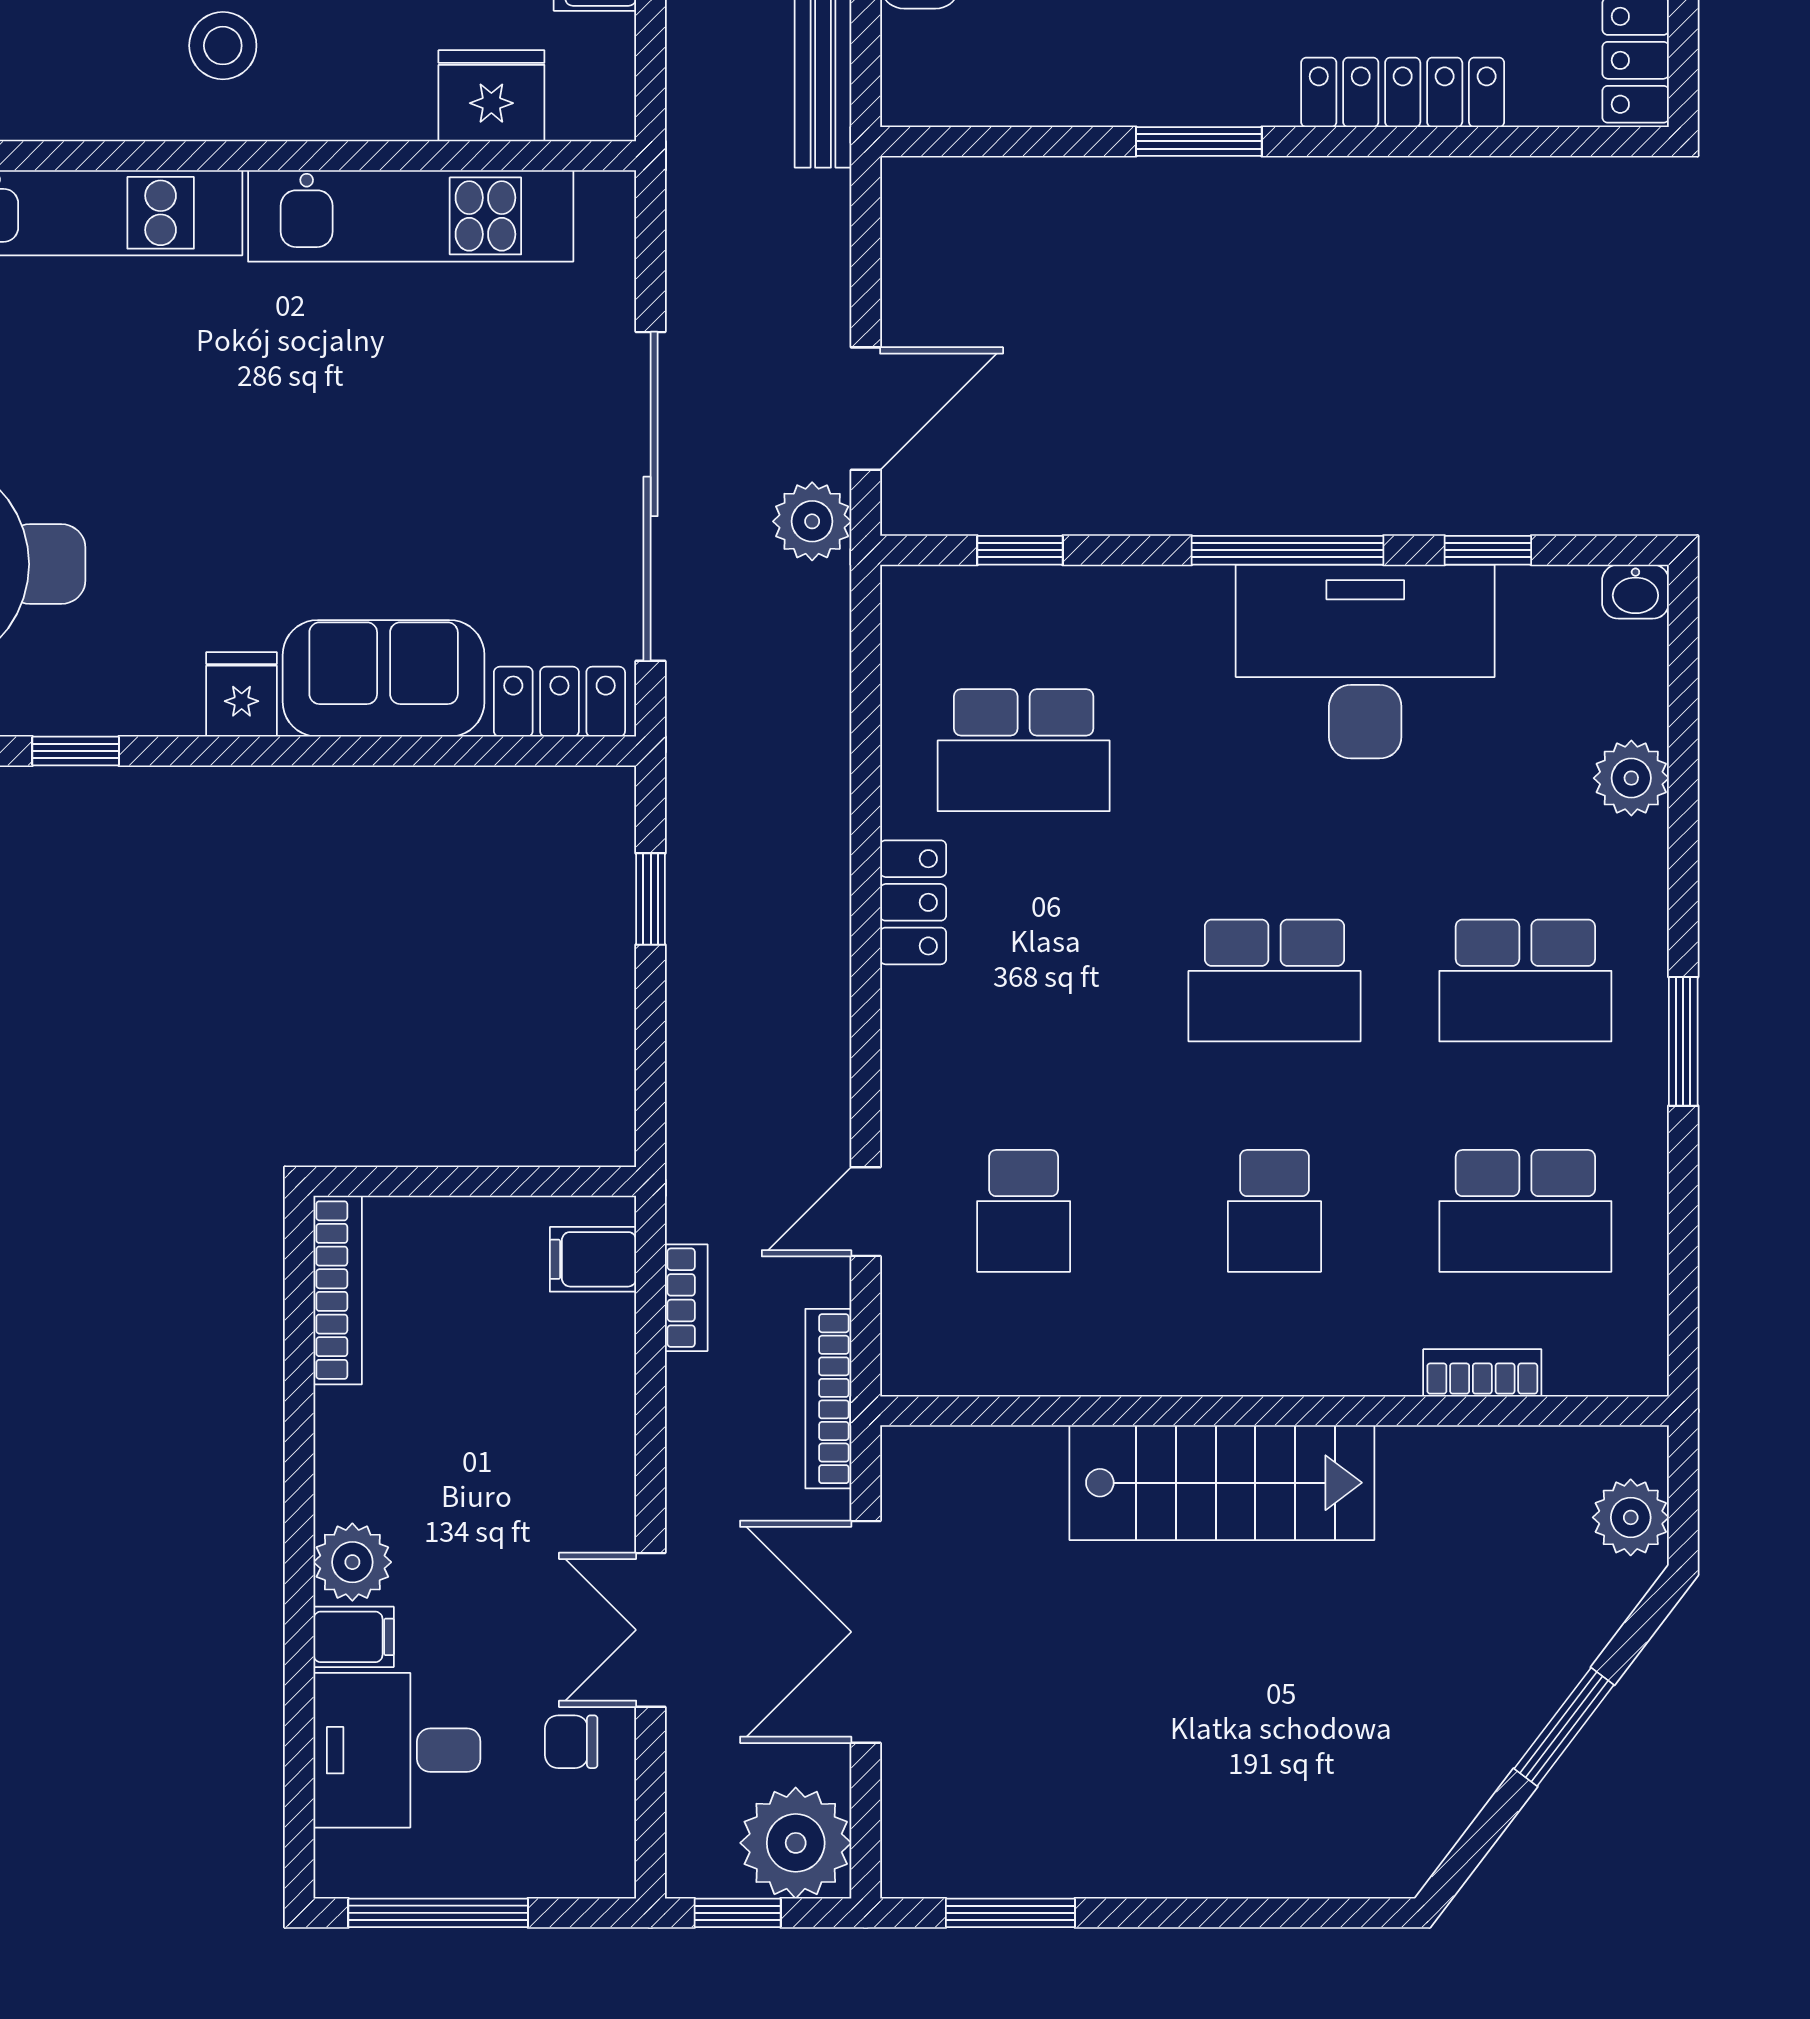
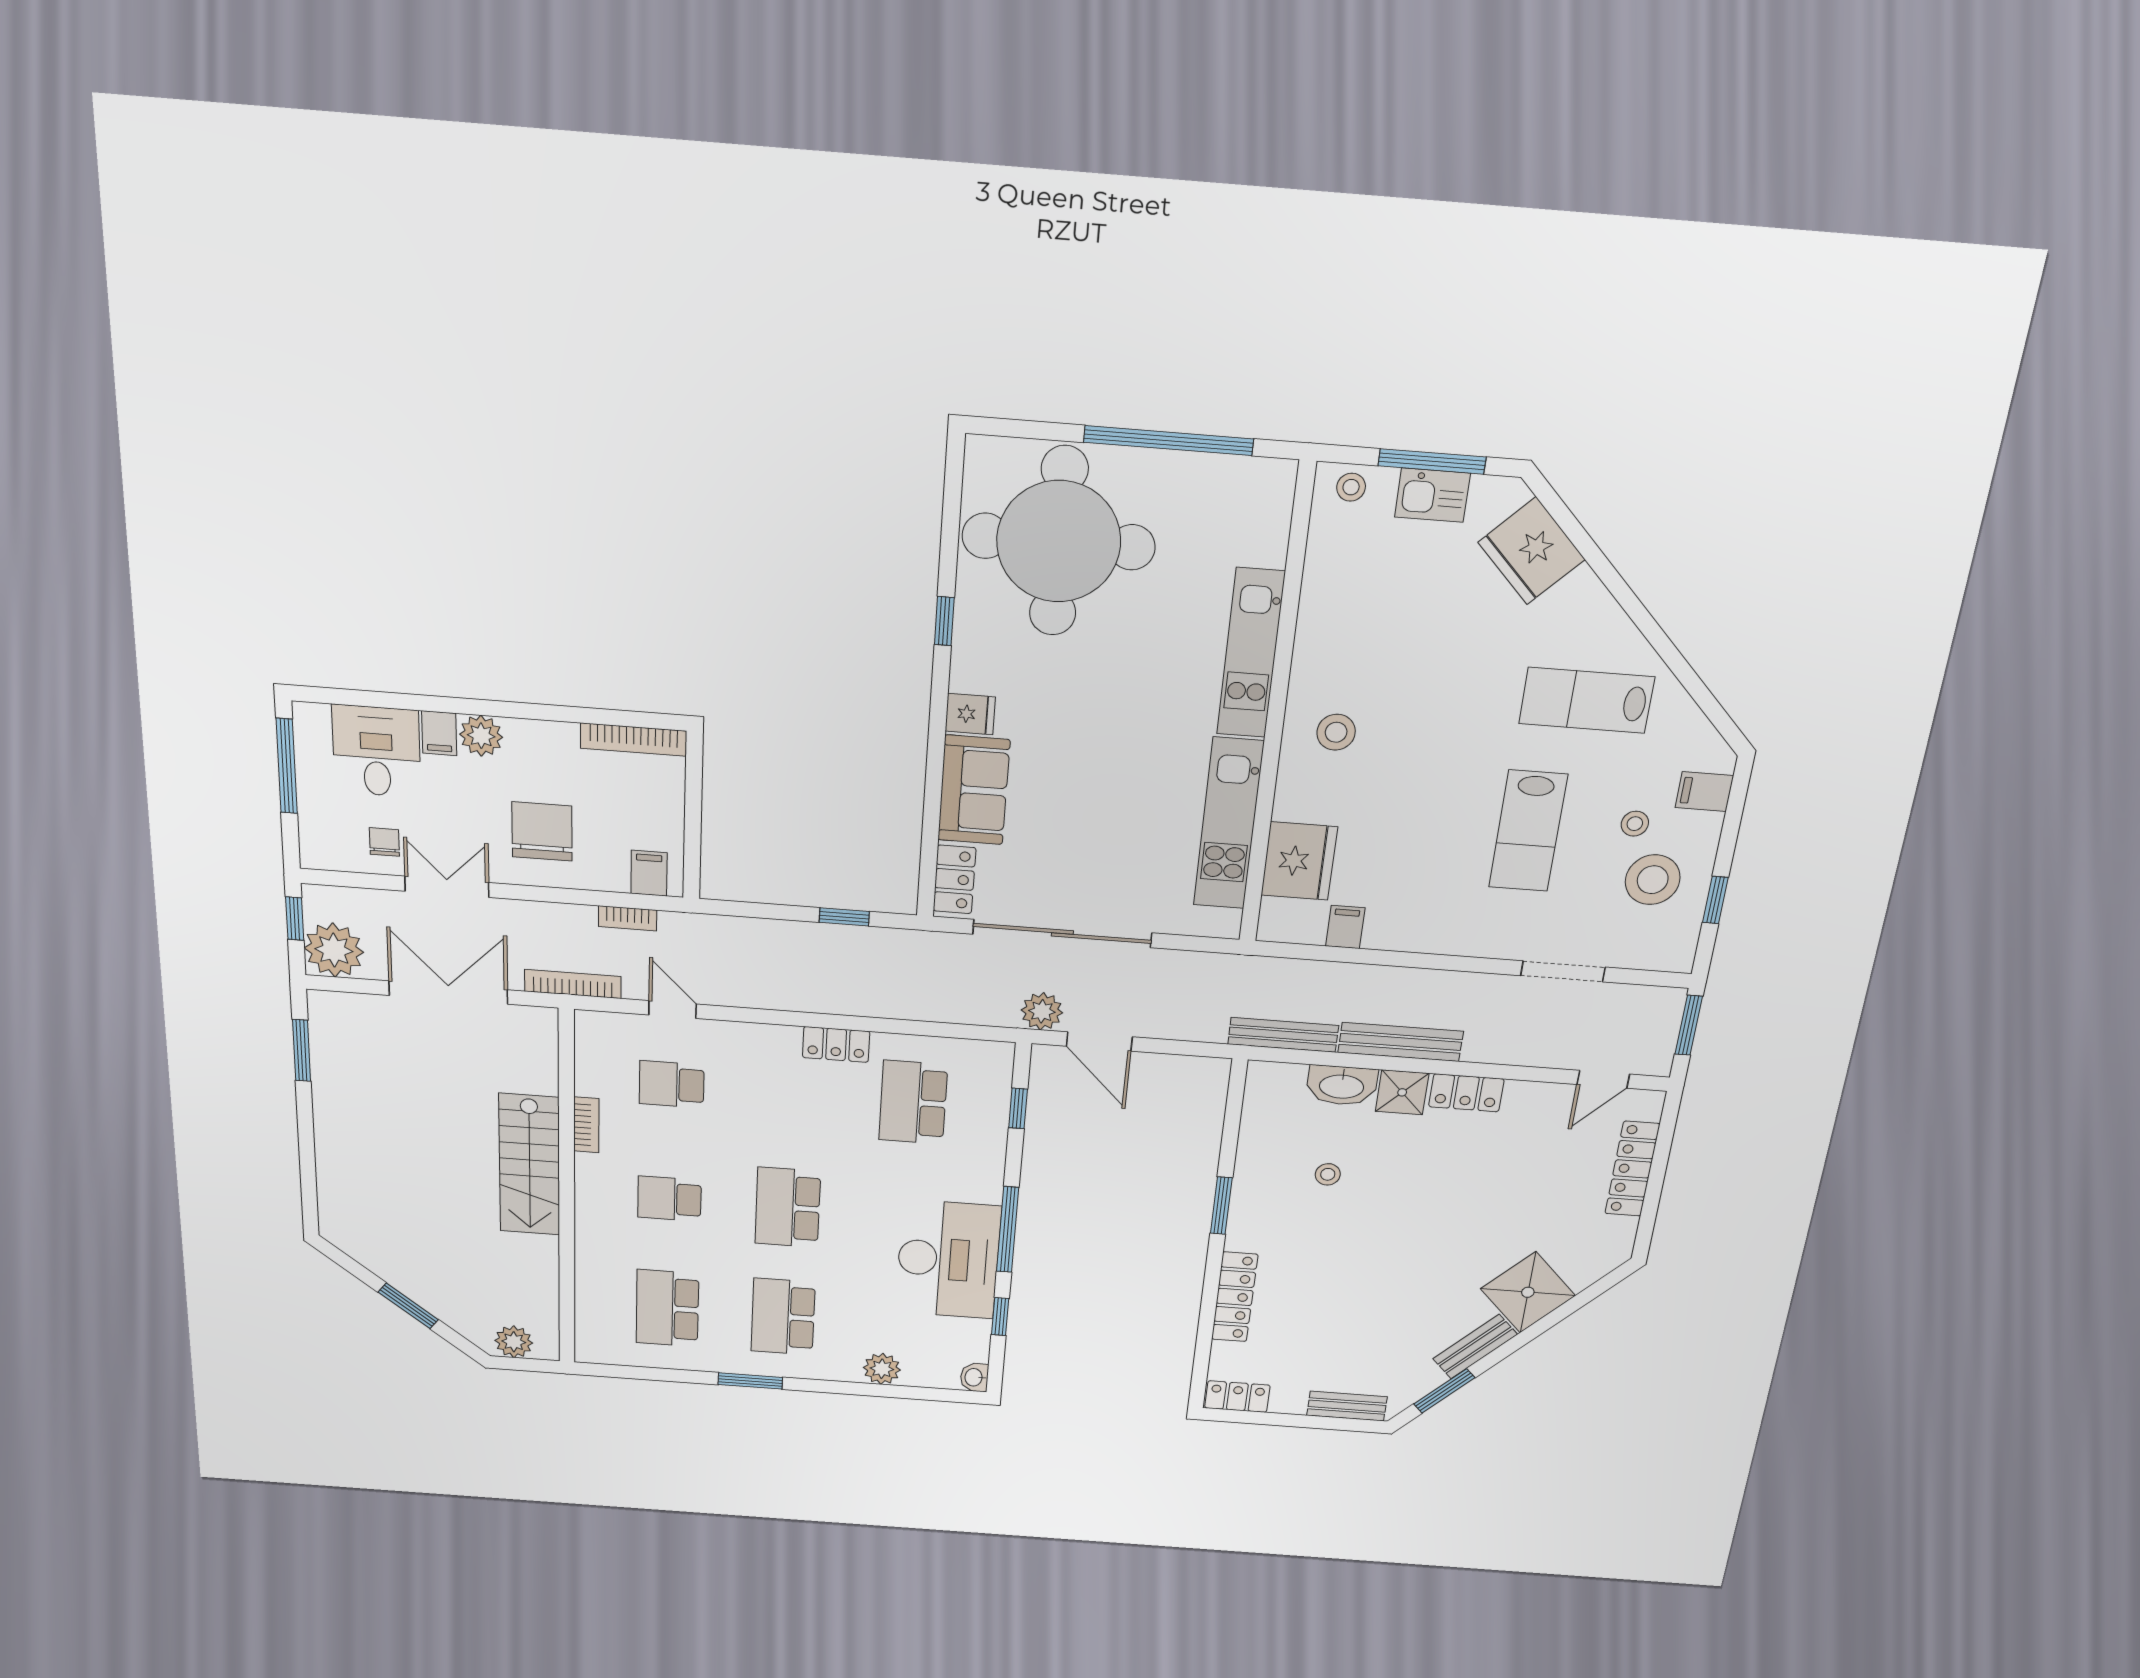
fridge: (491, 96) -> (1299, 861), width x1.36, depth x1.34
bookcase: (1482, 1373) -> (586, 1125), moved
chair: (527, 1454) -> (542, 831), added

